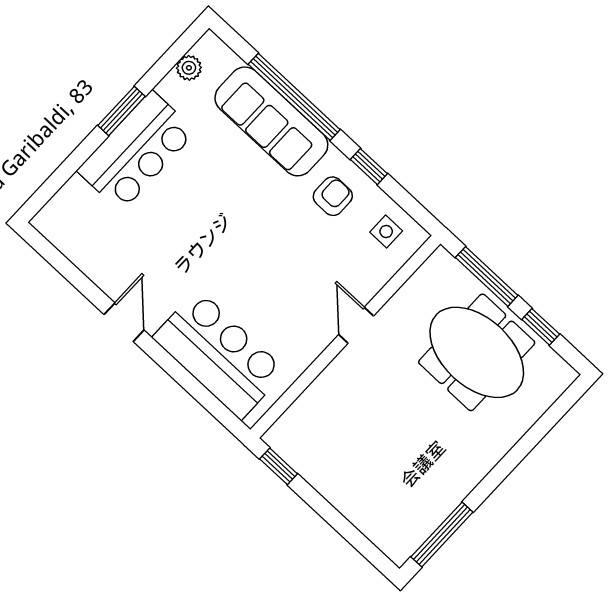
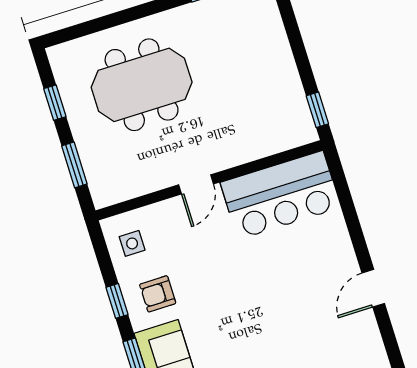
window: (487, 276) -> (74, 165), width x0.69
meeting table: (477, 352) -> (142, 85), moved, turned 90
bar counter: (219, 354) -> (281, 195), moved, turned -90

